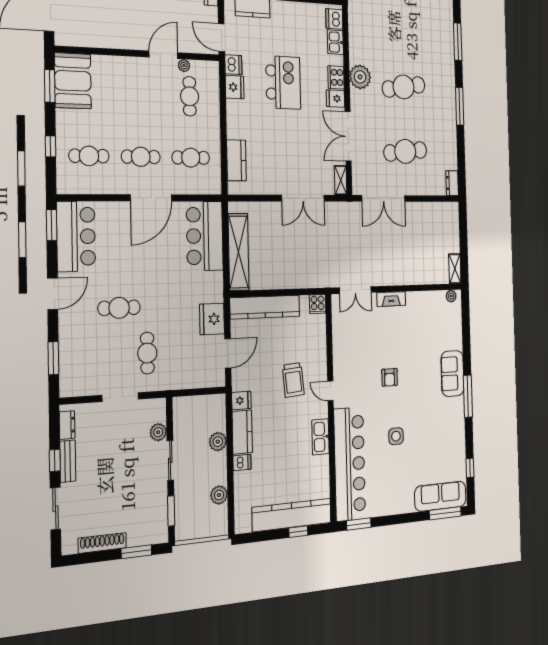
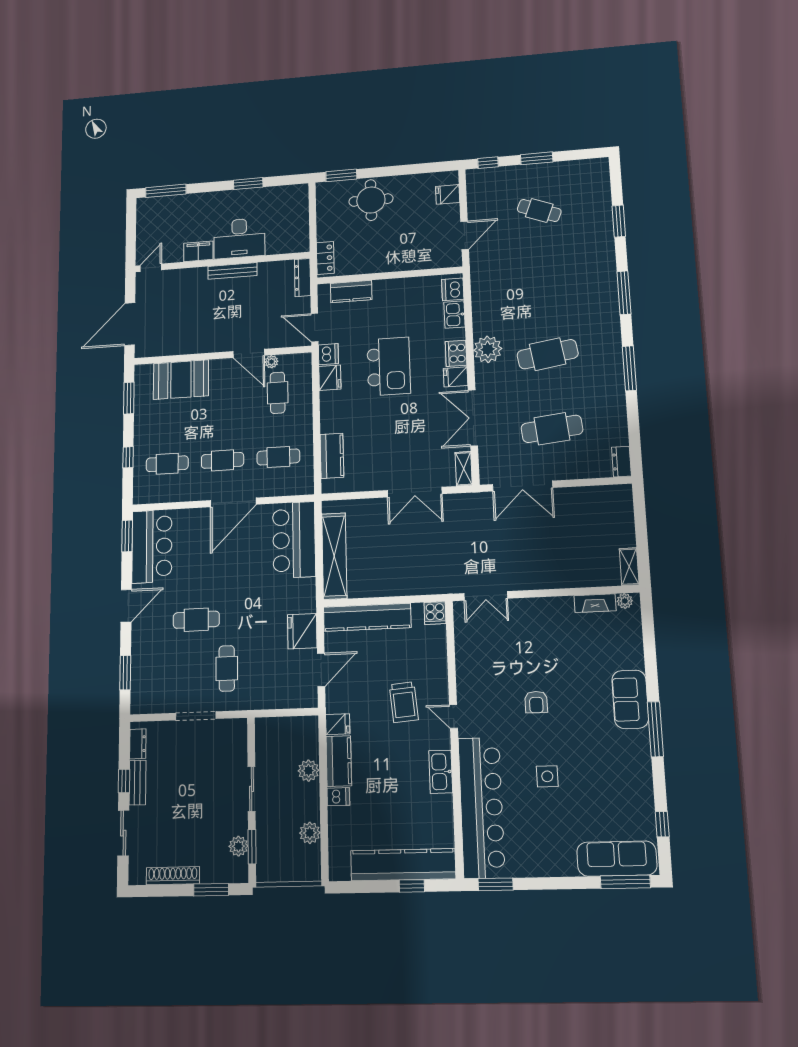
door: (163, 55) -> (249, 353), swing flipped
booth: (73, 81) -> (181, 380), moved, turned 90
fireplace: (391, 299) -> (595, 603), moved
plant: (158, 432) -> (238, 846), moved

